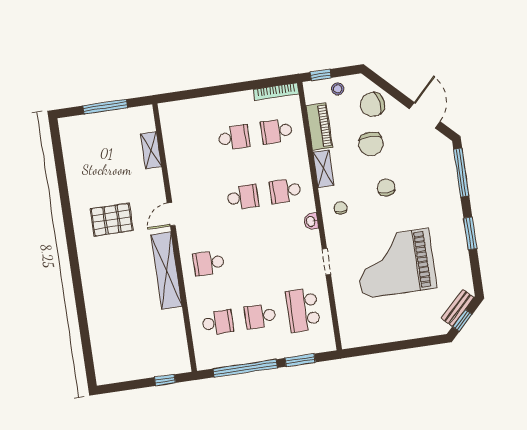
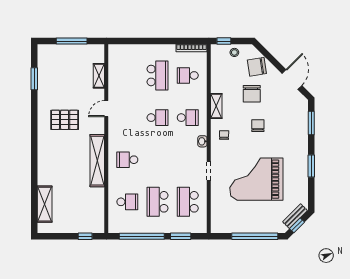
piano: (319, 127) -> (218, 77), removed
school desk: (234, 138) -> (158, 75), width x1.85
window: (60, 168) -> (34, 79), added
window: (461, 173) -> (311, 123), width x0.69
school desk: (285, 191) -> (188, 118), turned 180
door: (171, 214) -> (106, 109), moved
school desk: (260, 316) -> (158, 202), width x1.85
shelving: (101, 343) -> (45, 204), added
window: (405, 345) -> (255, 236), added

